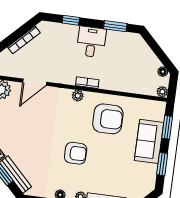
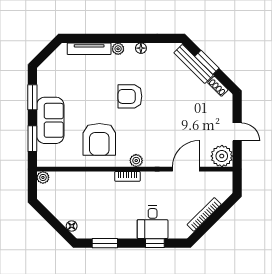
desk: (91, 42) -> (153, 222), moved
floor lamp: (163, 72) -> (72, 226), moved
armchair: (108, 119) -> (99, 139), turned -90

